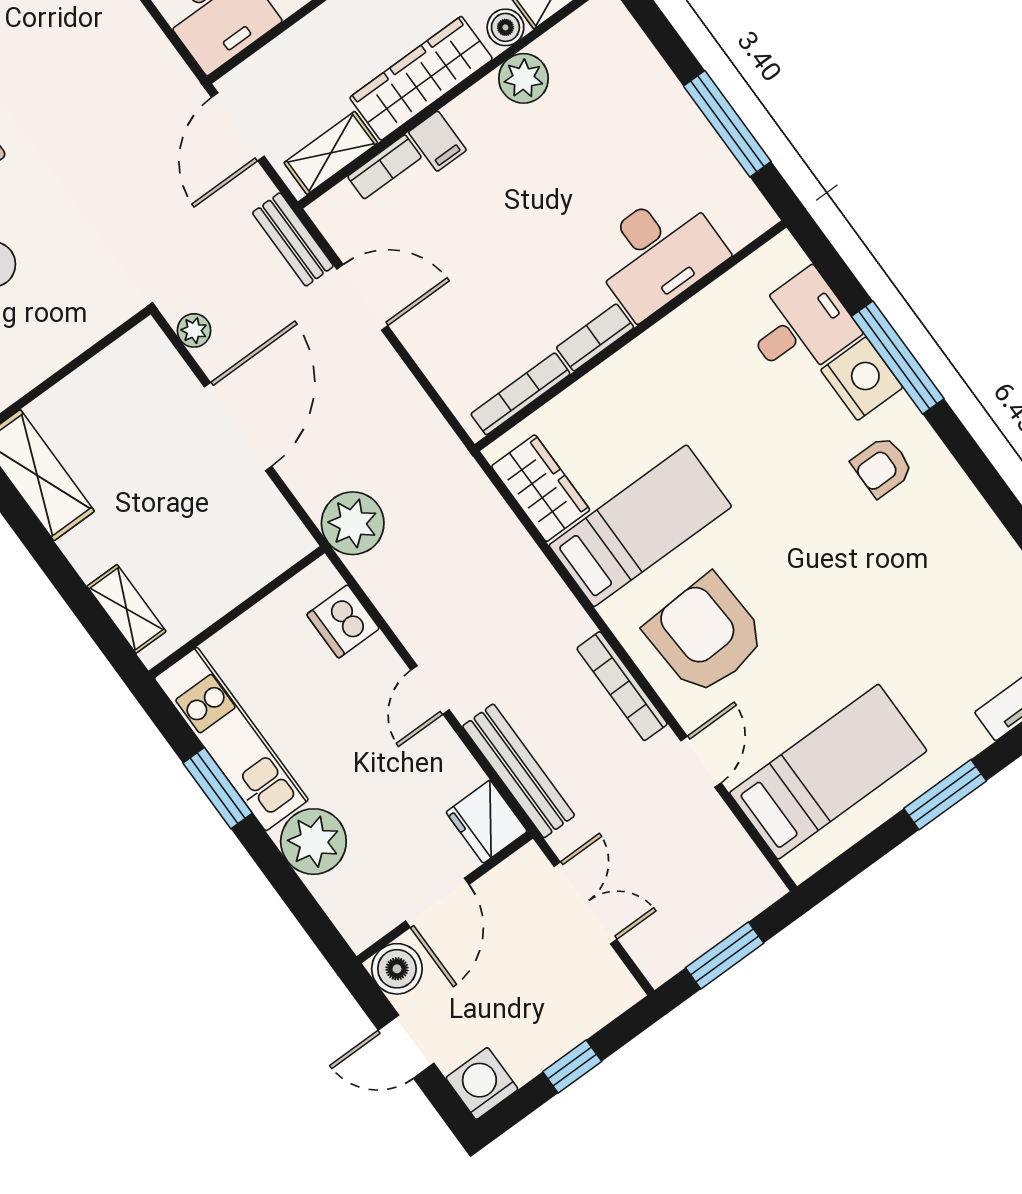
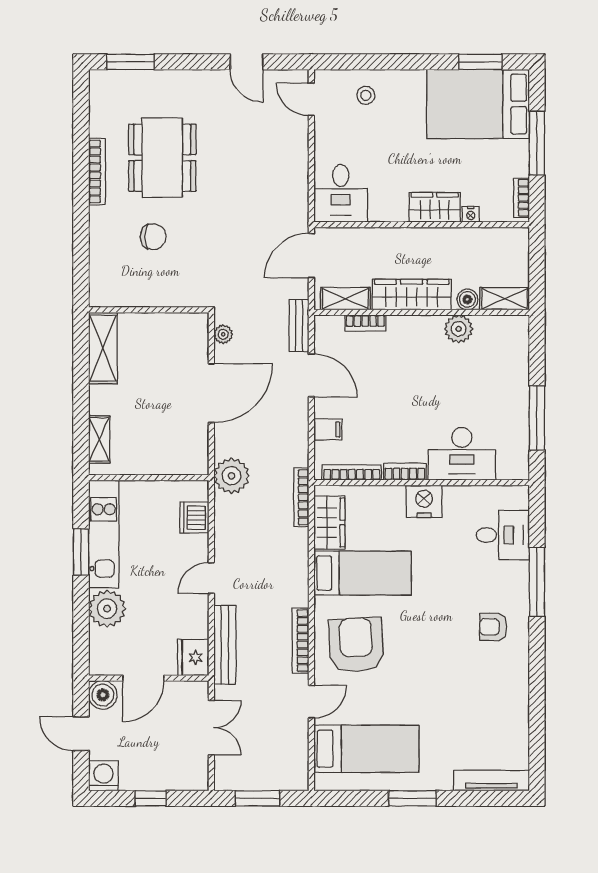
filing cabinet: (437, 141) -> (328, 430), moved, turned -90
nightstand: (862, 379) -> (424, 501), moved, turned -90
bookcase: (475, 481) -> (301, 497), added

